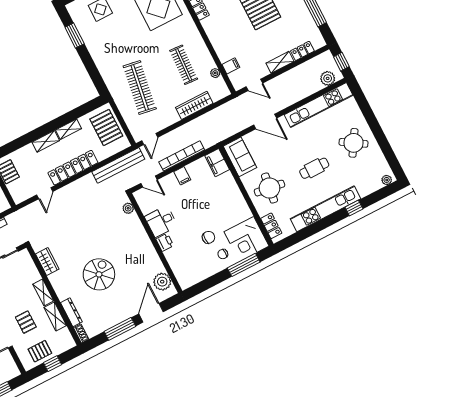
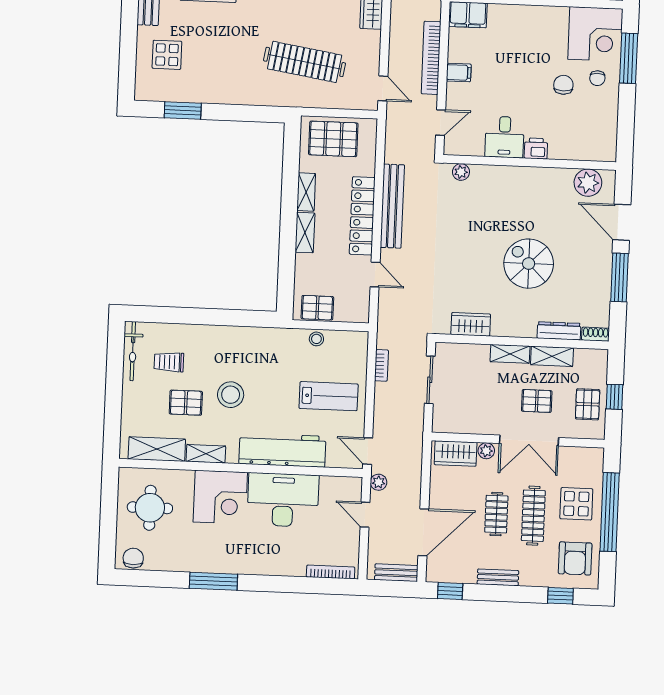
bench: (118, 165) -> (392, 206), moved

